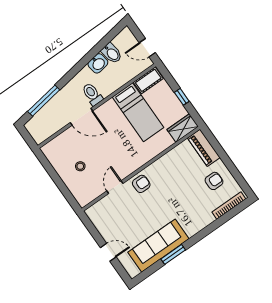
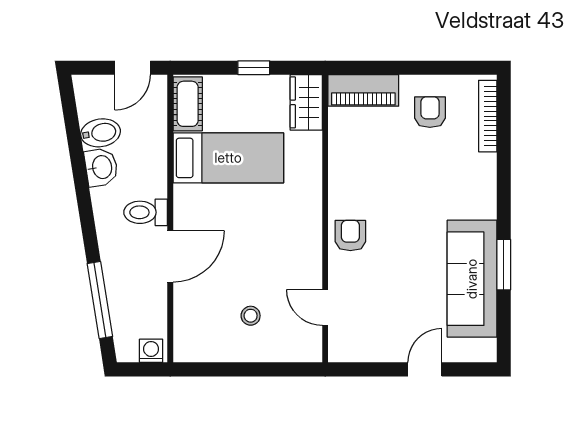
washing machine: (38, 136) -> (151, 351), added
door: (115, 187) -> (325, 307), moved

